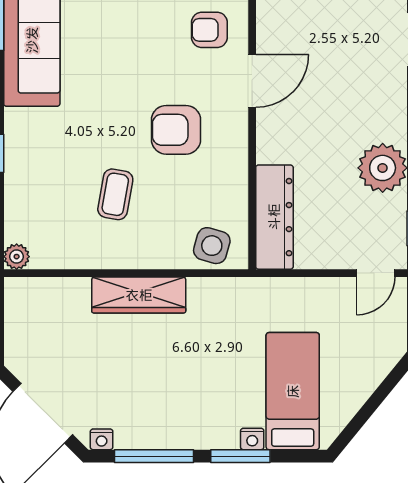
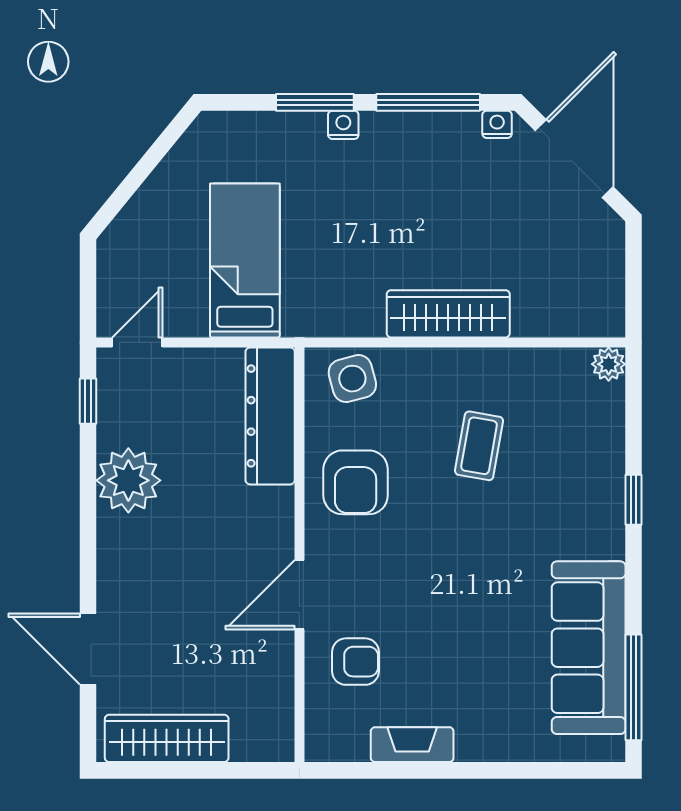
armchair: (176, 130) -> (356, 482), moved, turned 90
side table: (212, 246) -> (352, 379), turned -31
bed: (293, 391) -> (245, 260), moved, turned 180
nightstand: (252, 439) -> (343, 125), moved

